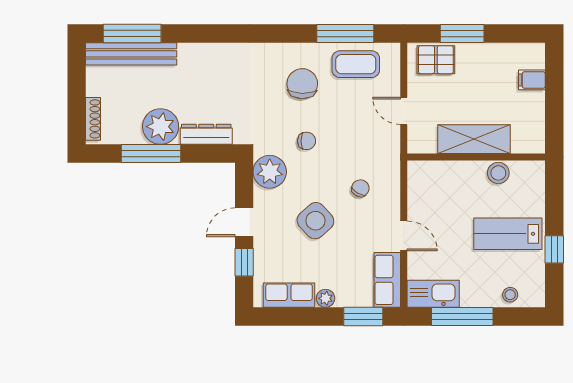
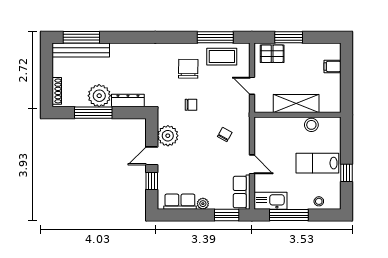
plant: (270, 172) -> (168, 136), moved
side table: (315, 221) -> (197, 155), removed

